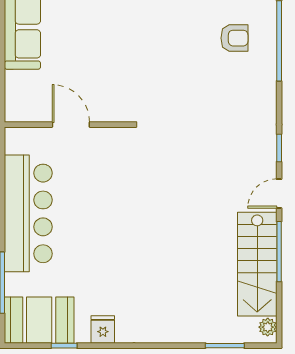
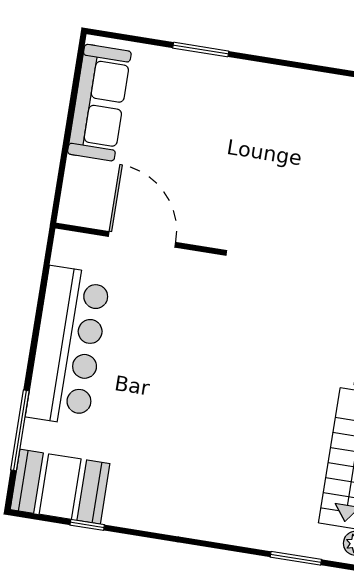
door: (71, 125) -> (142, 239), width x1.36
fridge: (103, 329) -> (141, 512), removed

